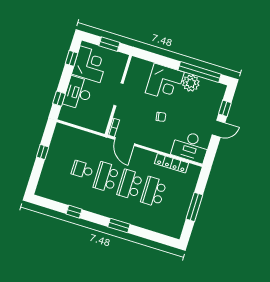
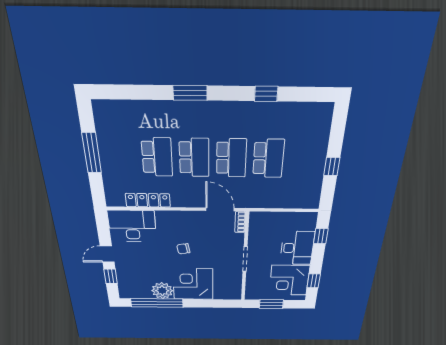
school desk: (82, 170) -> (268, 158), width x1.85

